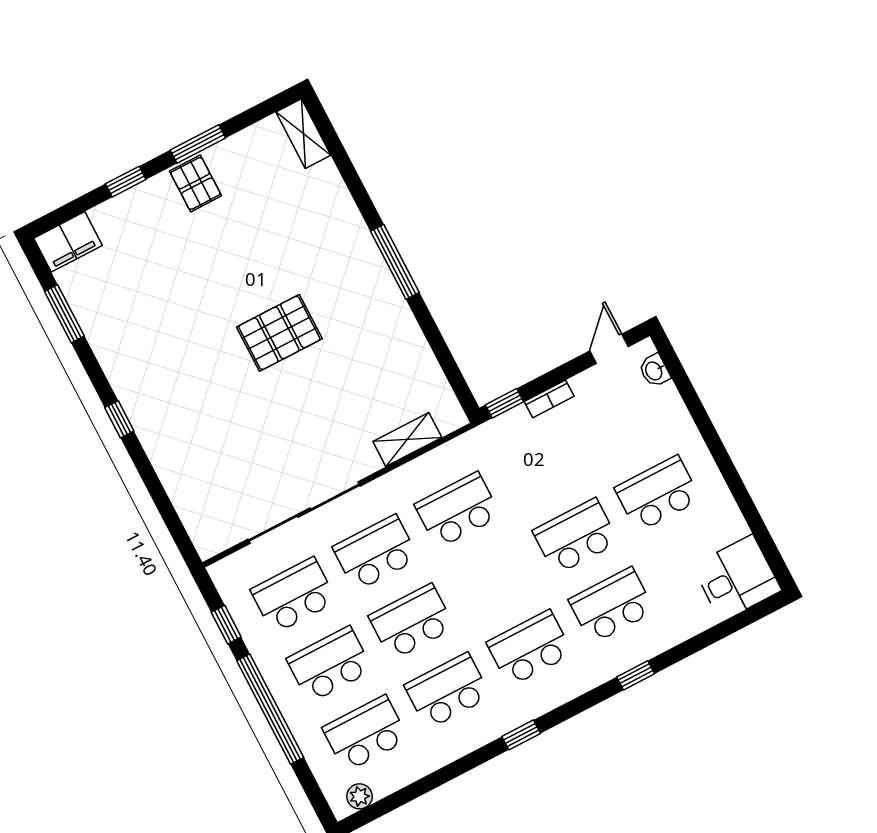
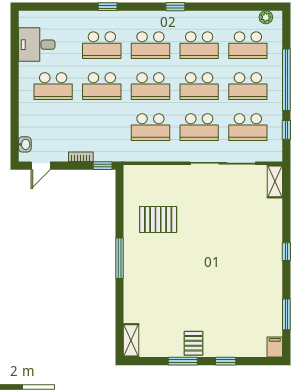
filing cabinet: (68, 242) -> (275, 347), width x0.50
pallet: (279, 333) -> (158, 219), moved
shelving: (407, 439) -> (275, 181), moved, turned 90
desk: (737, 578) -> (37, 45), moved
school desk: (494, 579) -> (150, 86), added

